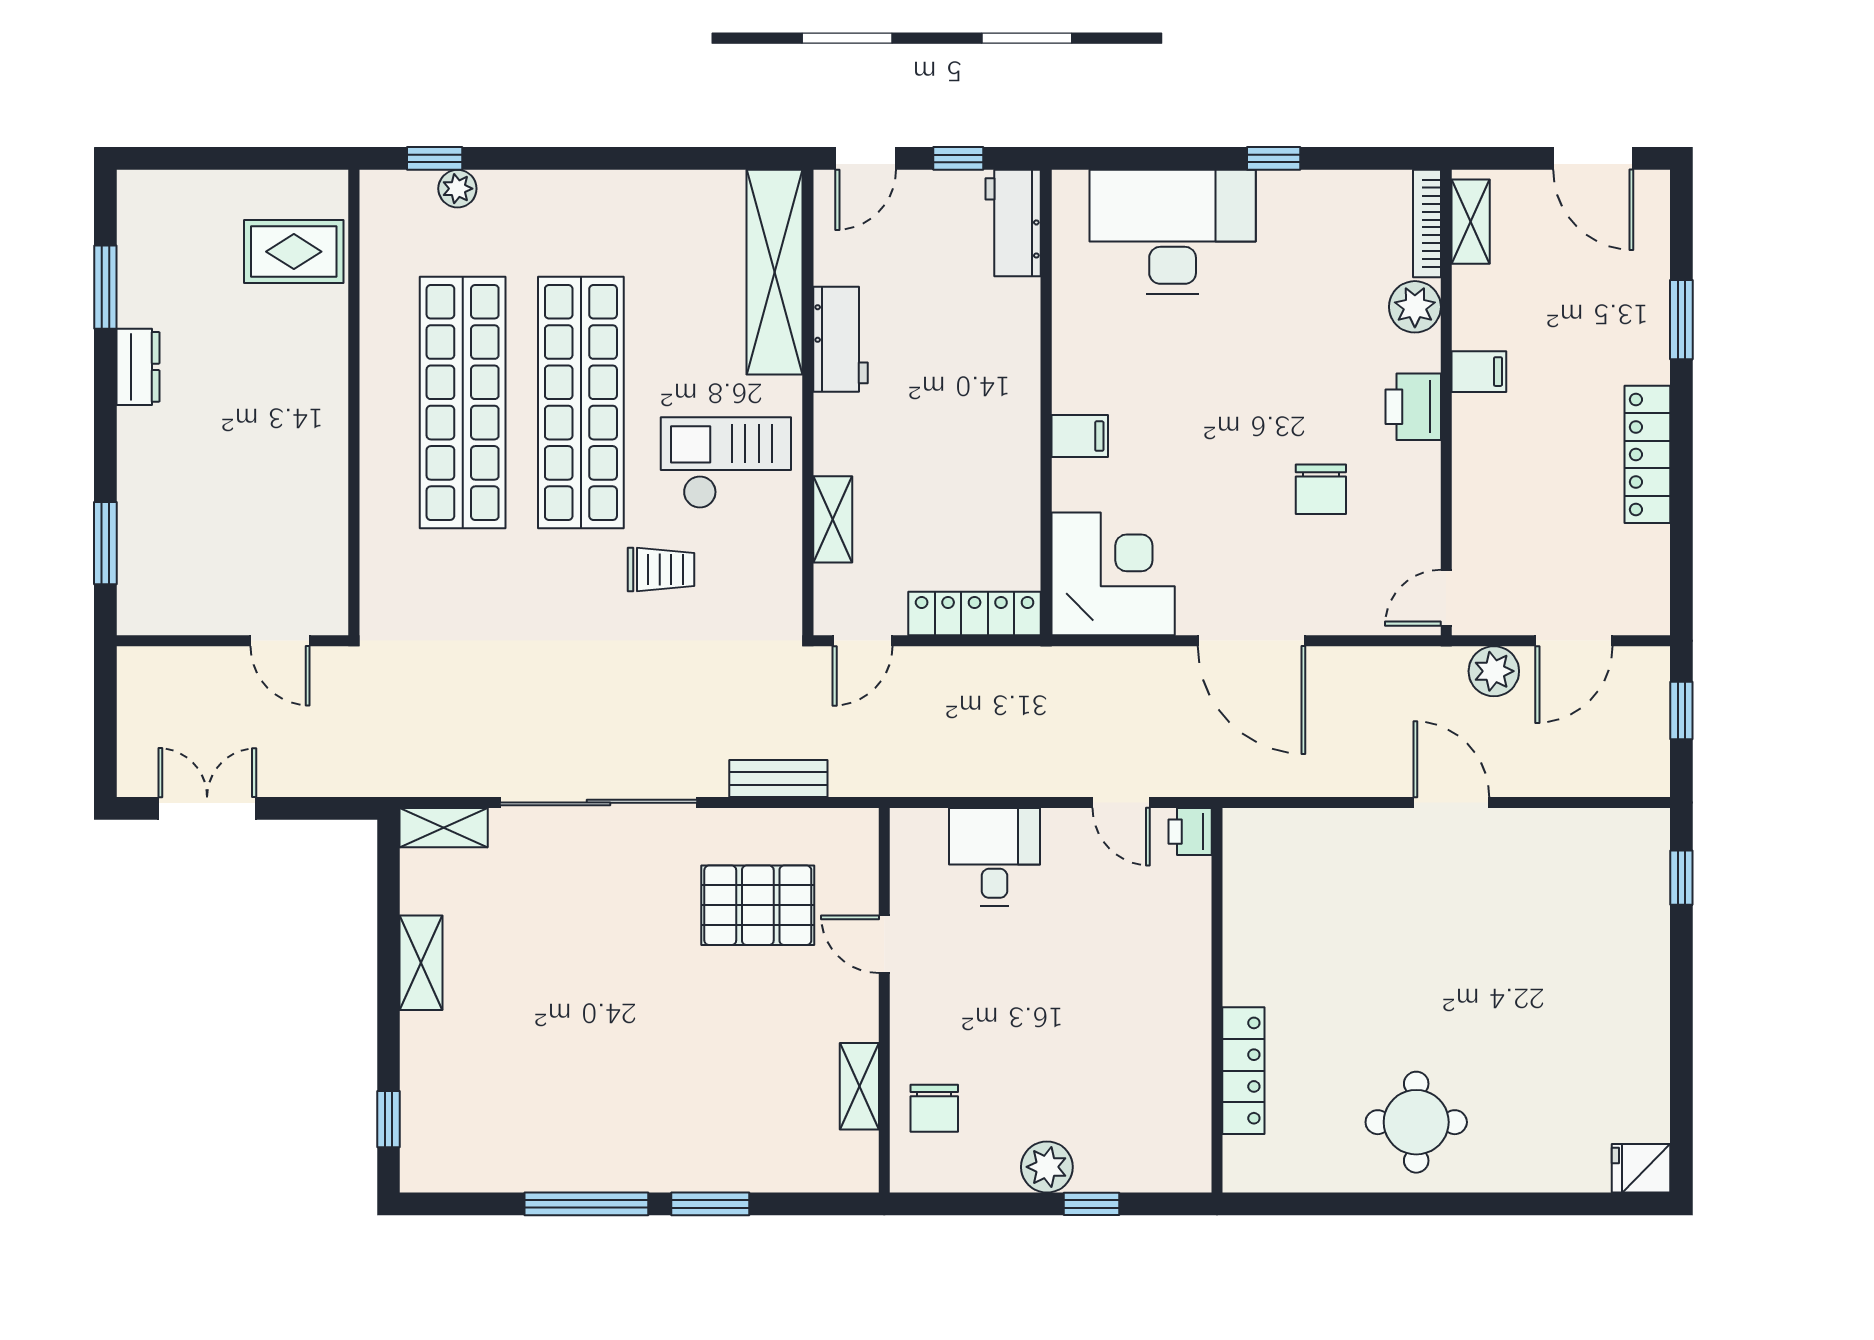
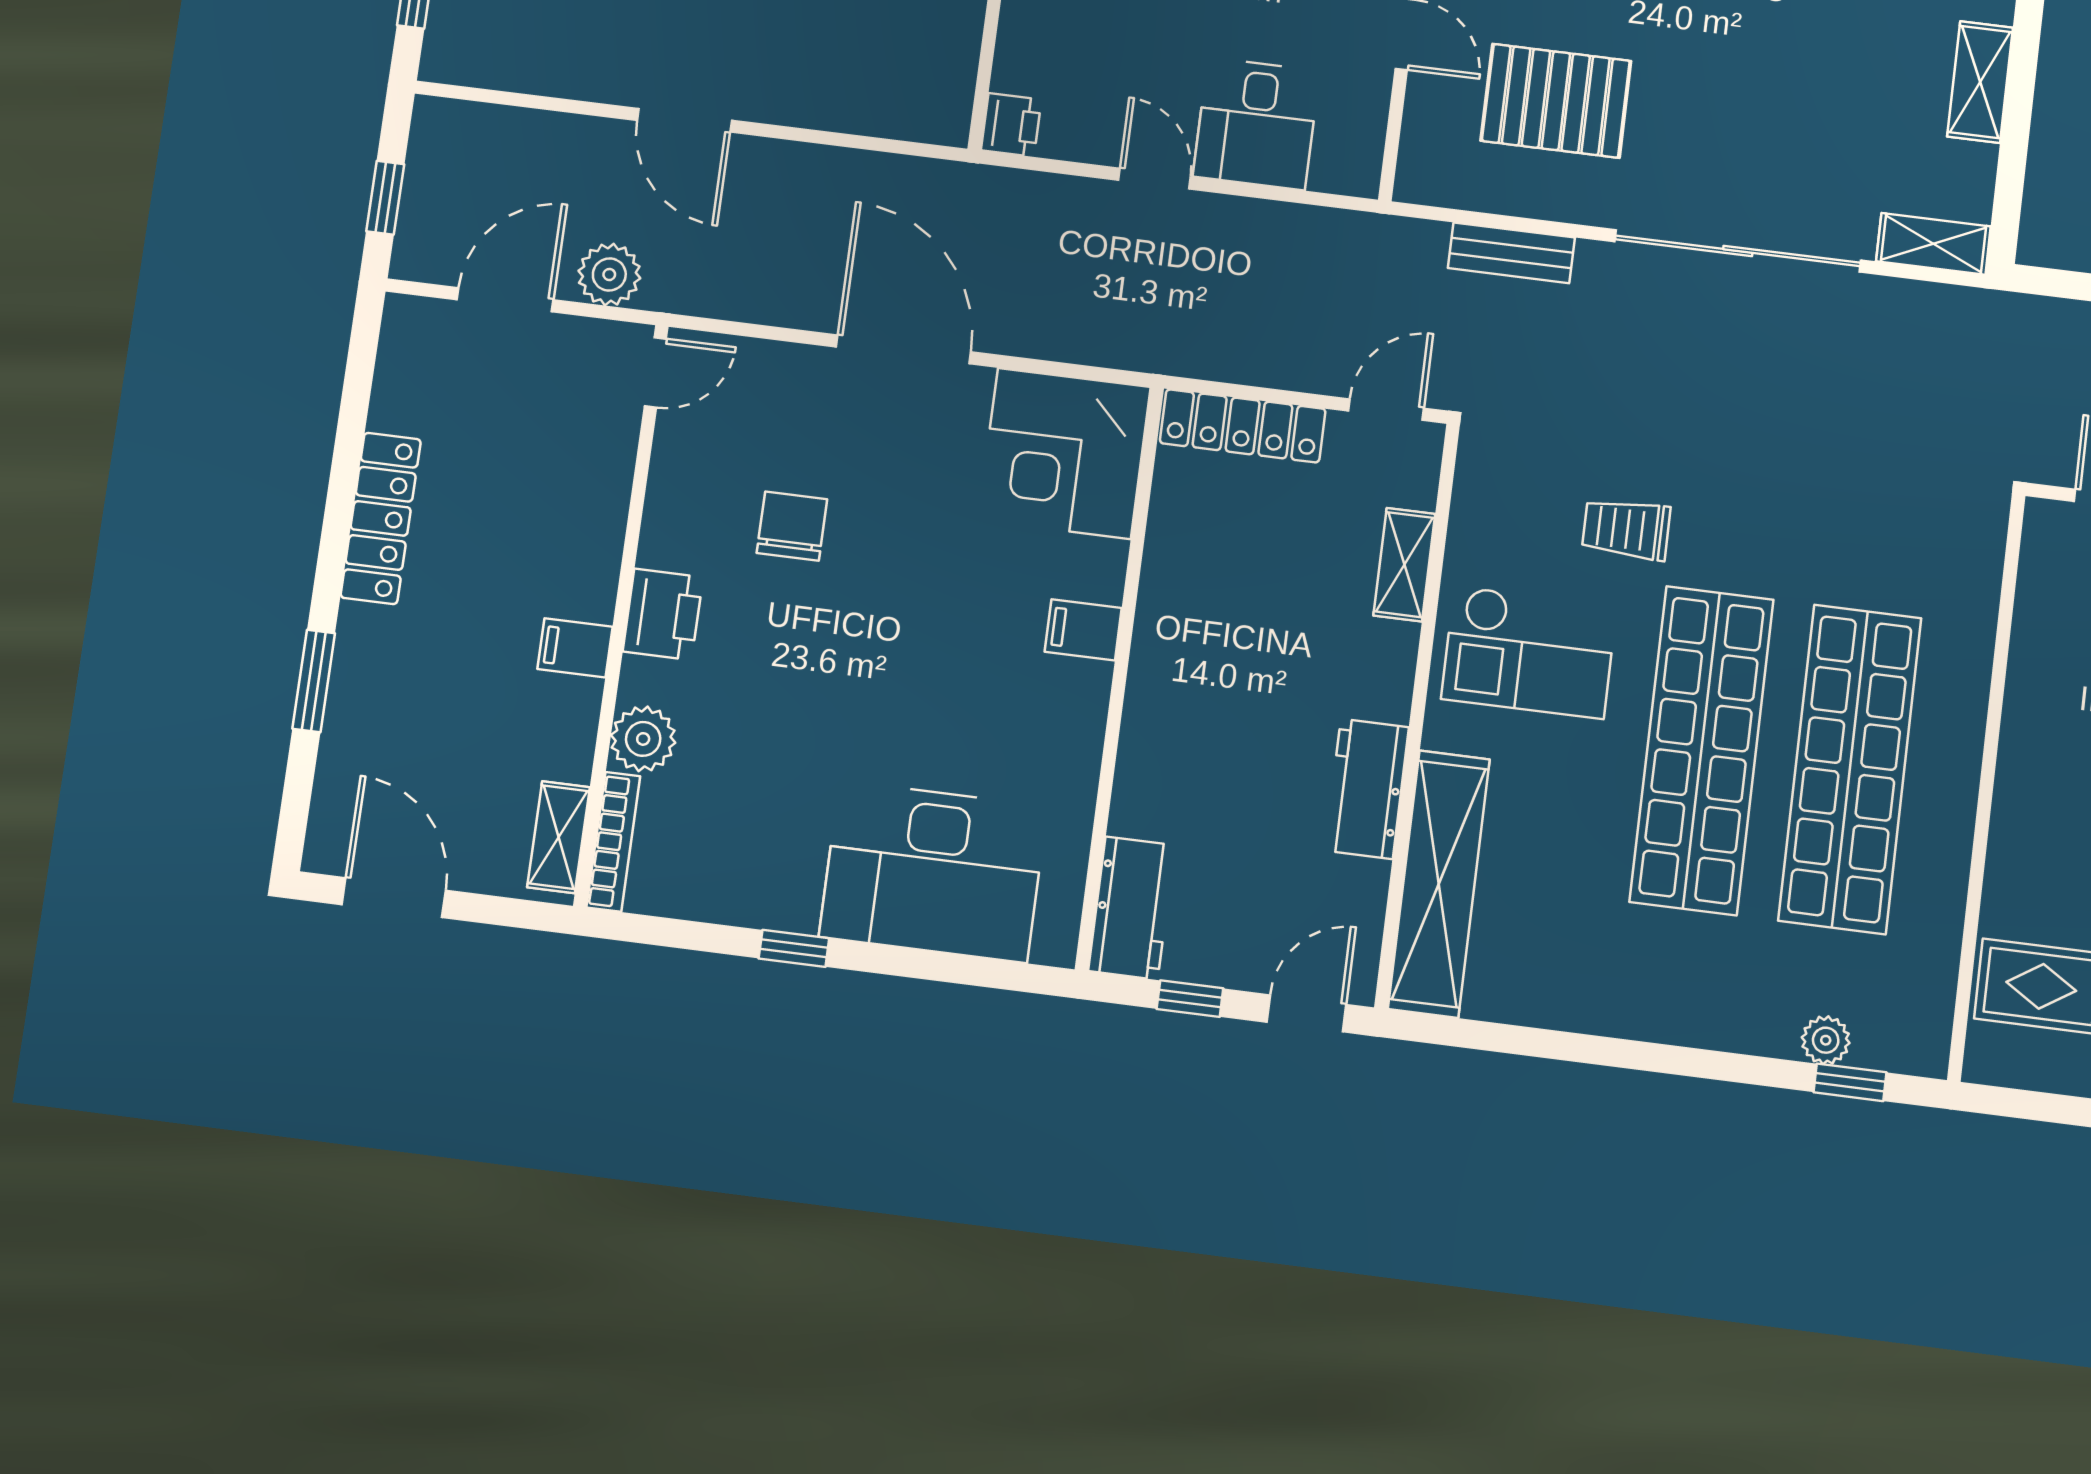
door: (1121, 803) -> (1155, 179), moved

